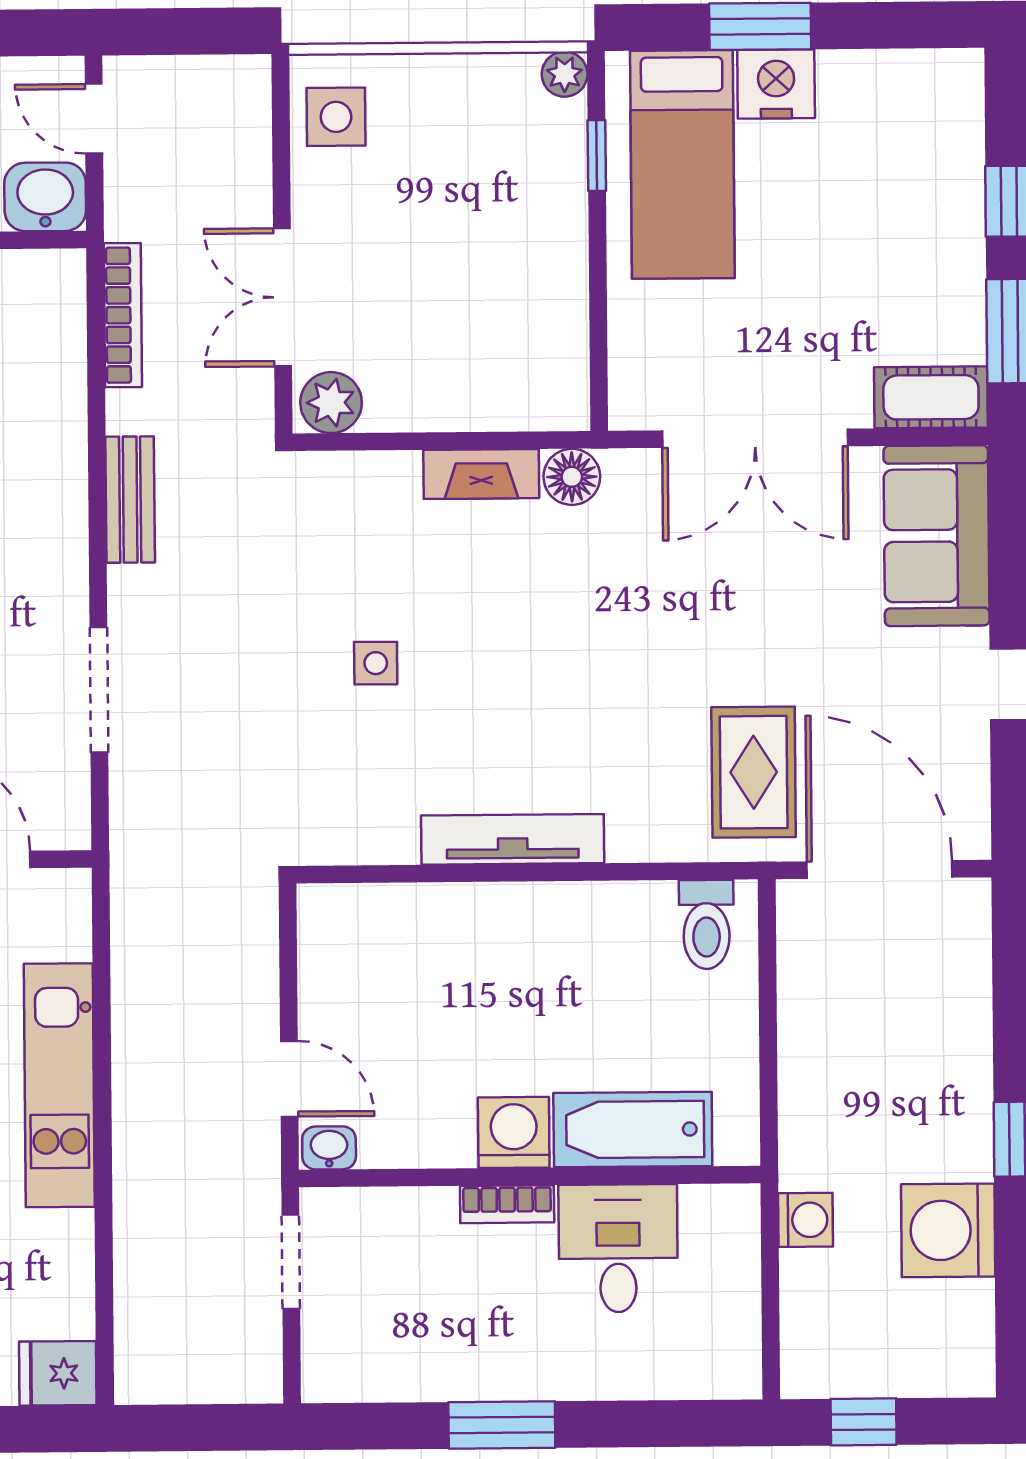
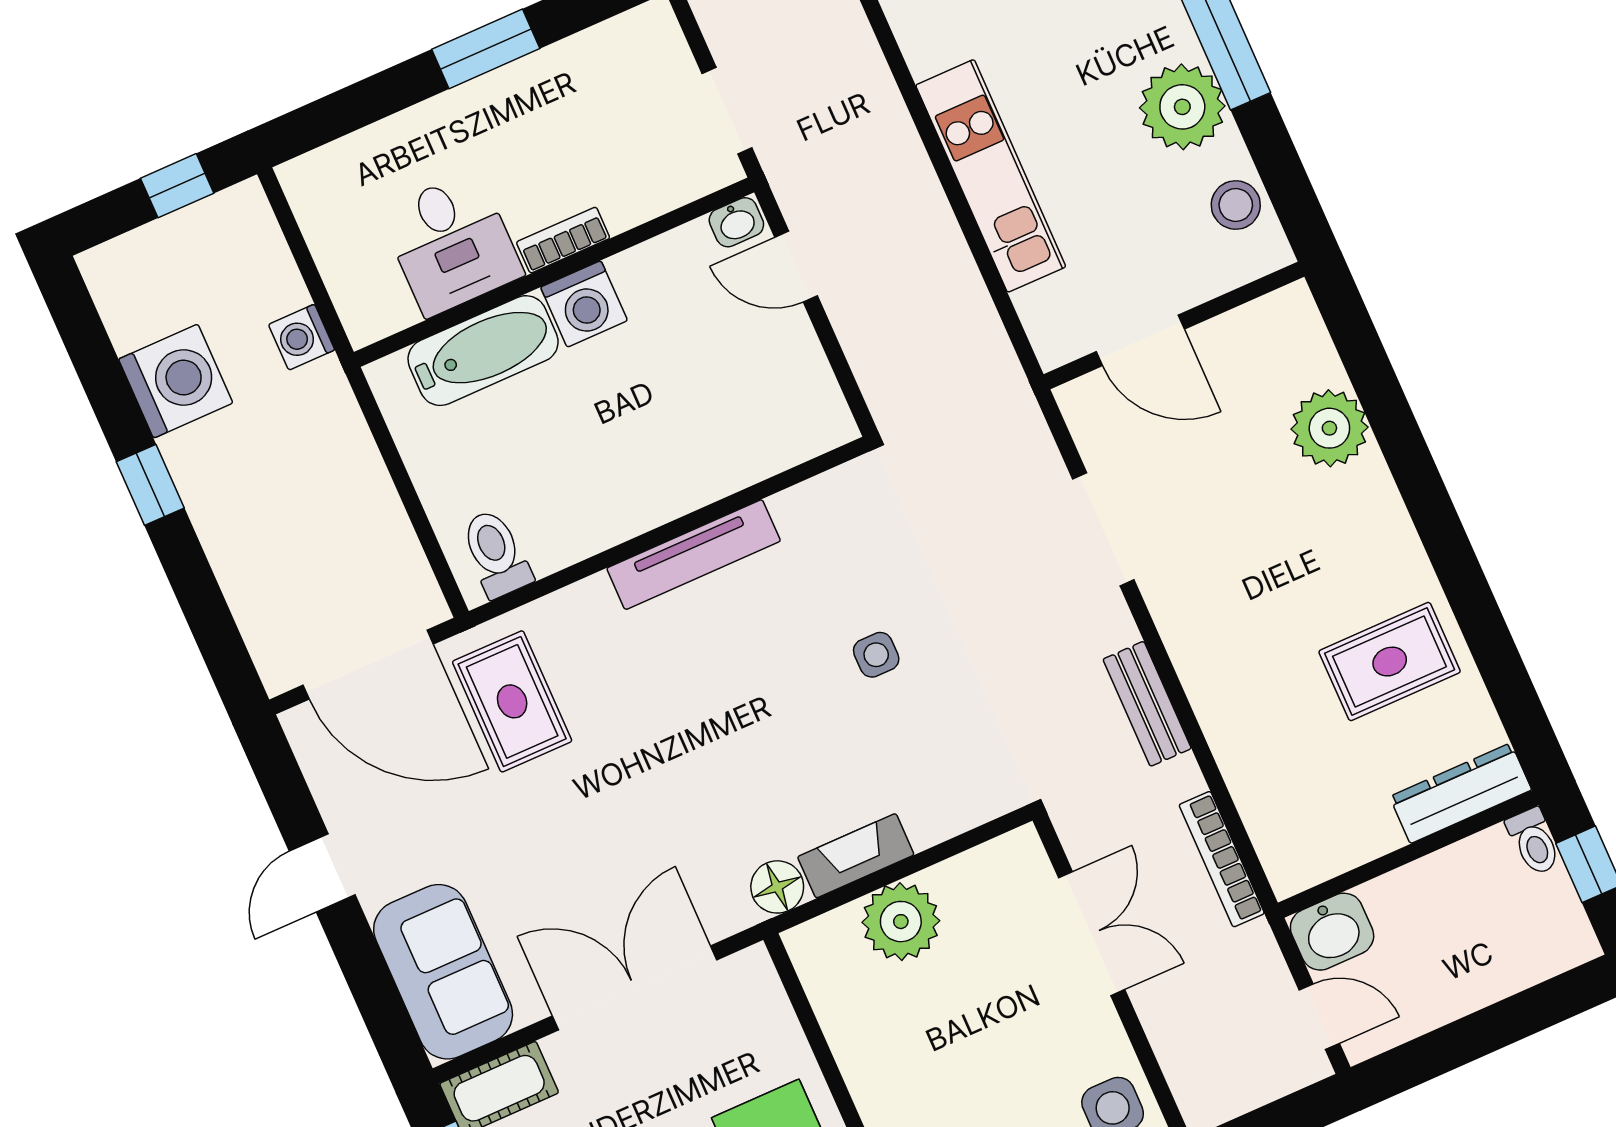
plant: (331, 403) -> (901, 922), moved, width x1.36, depth x1.36

